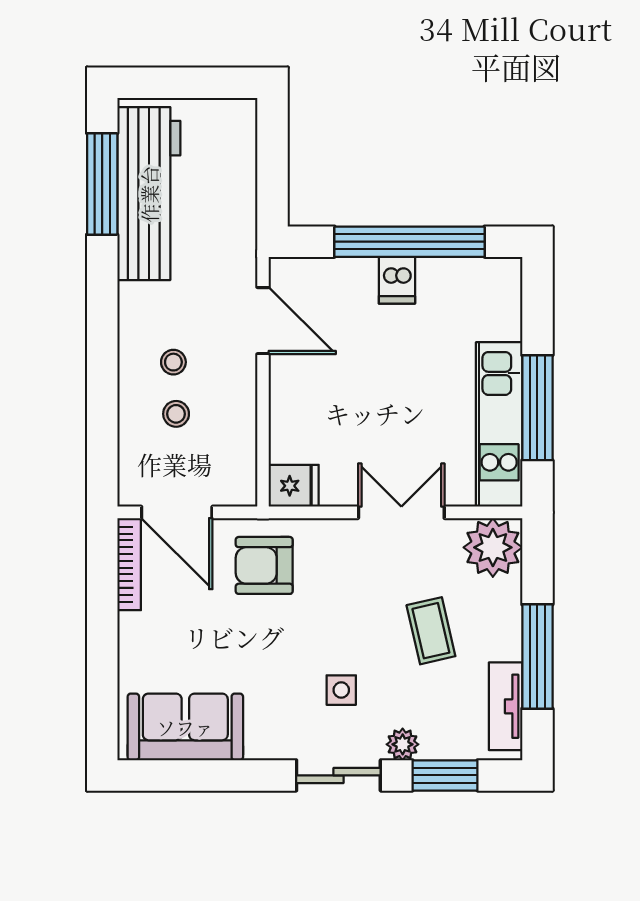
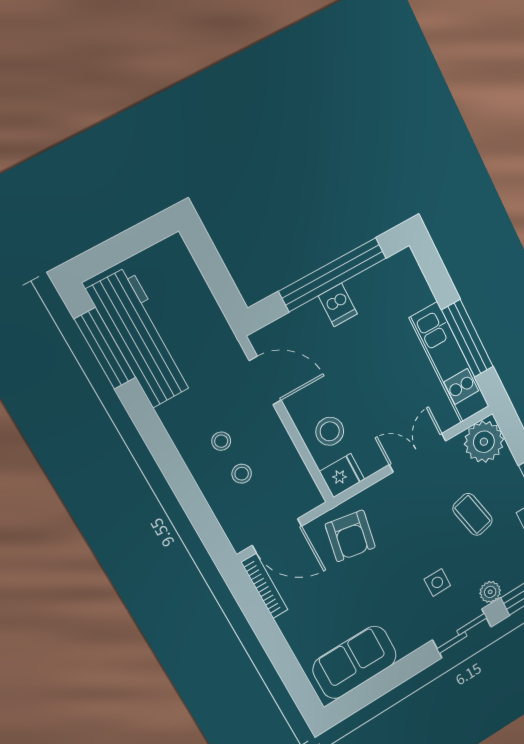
stool: (307, 424) -> (330, 431), added
armchair: (264, 565) -> (350, 536), turned -80

